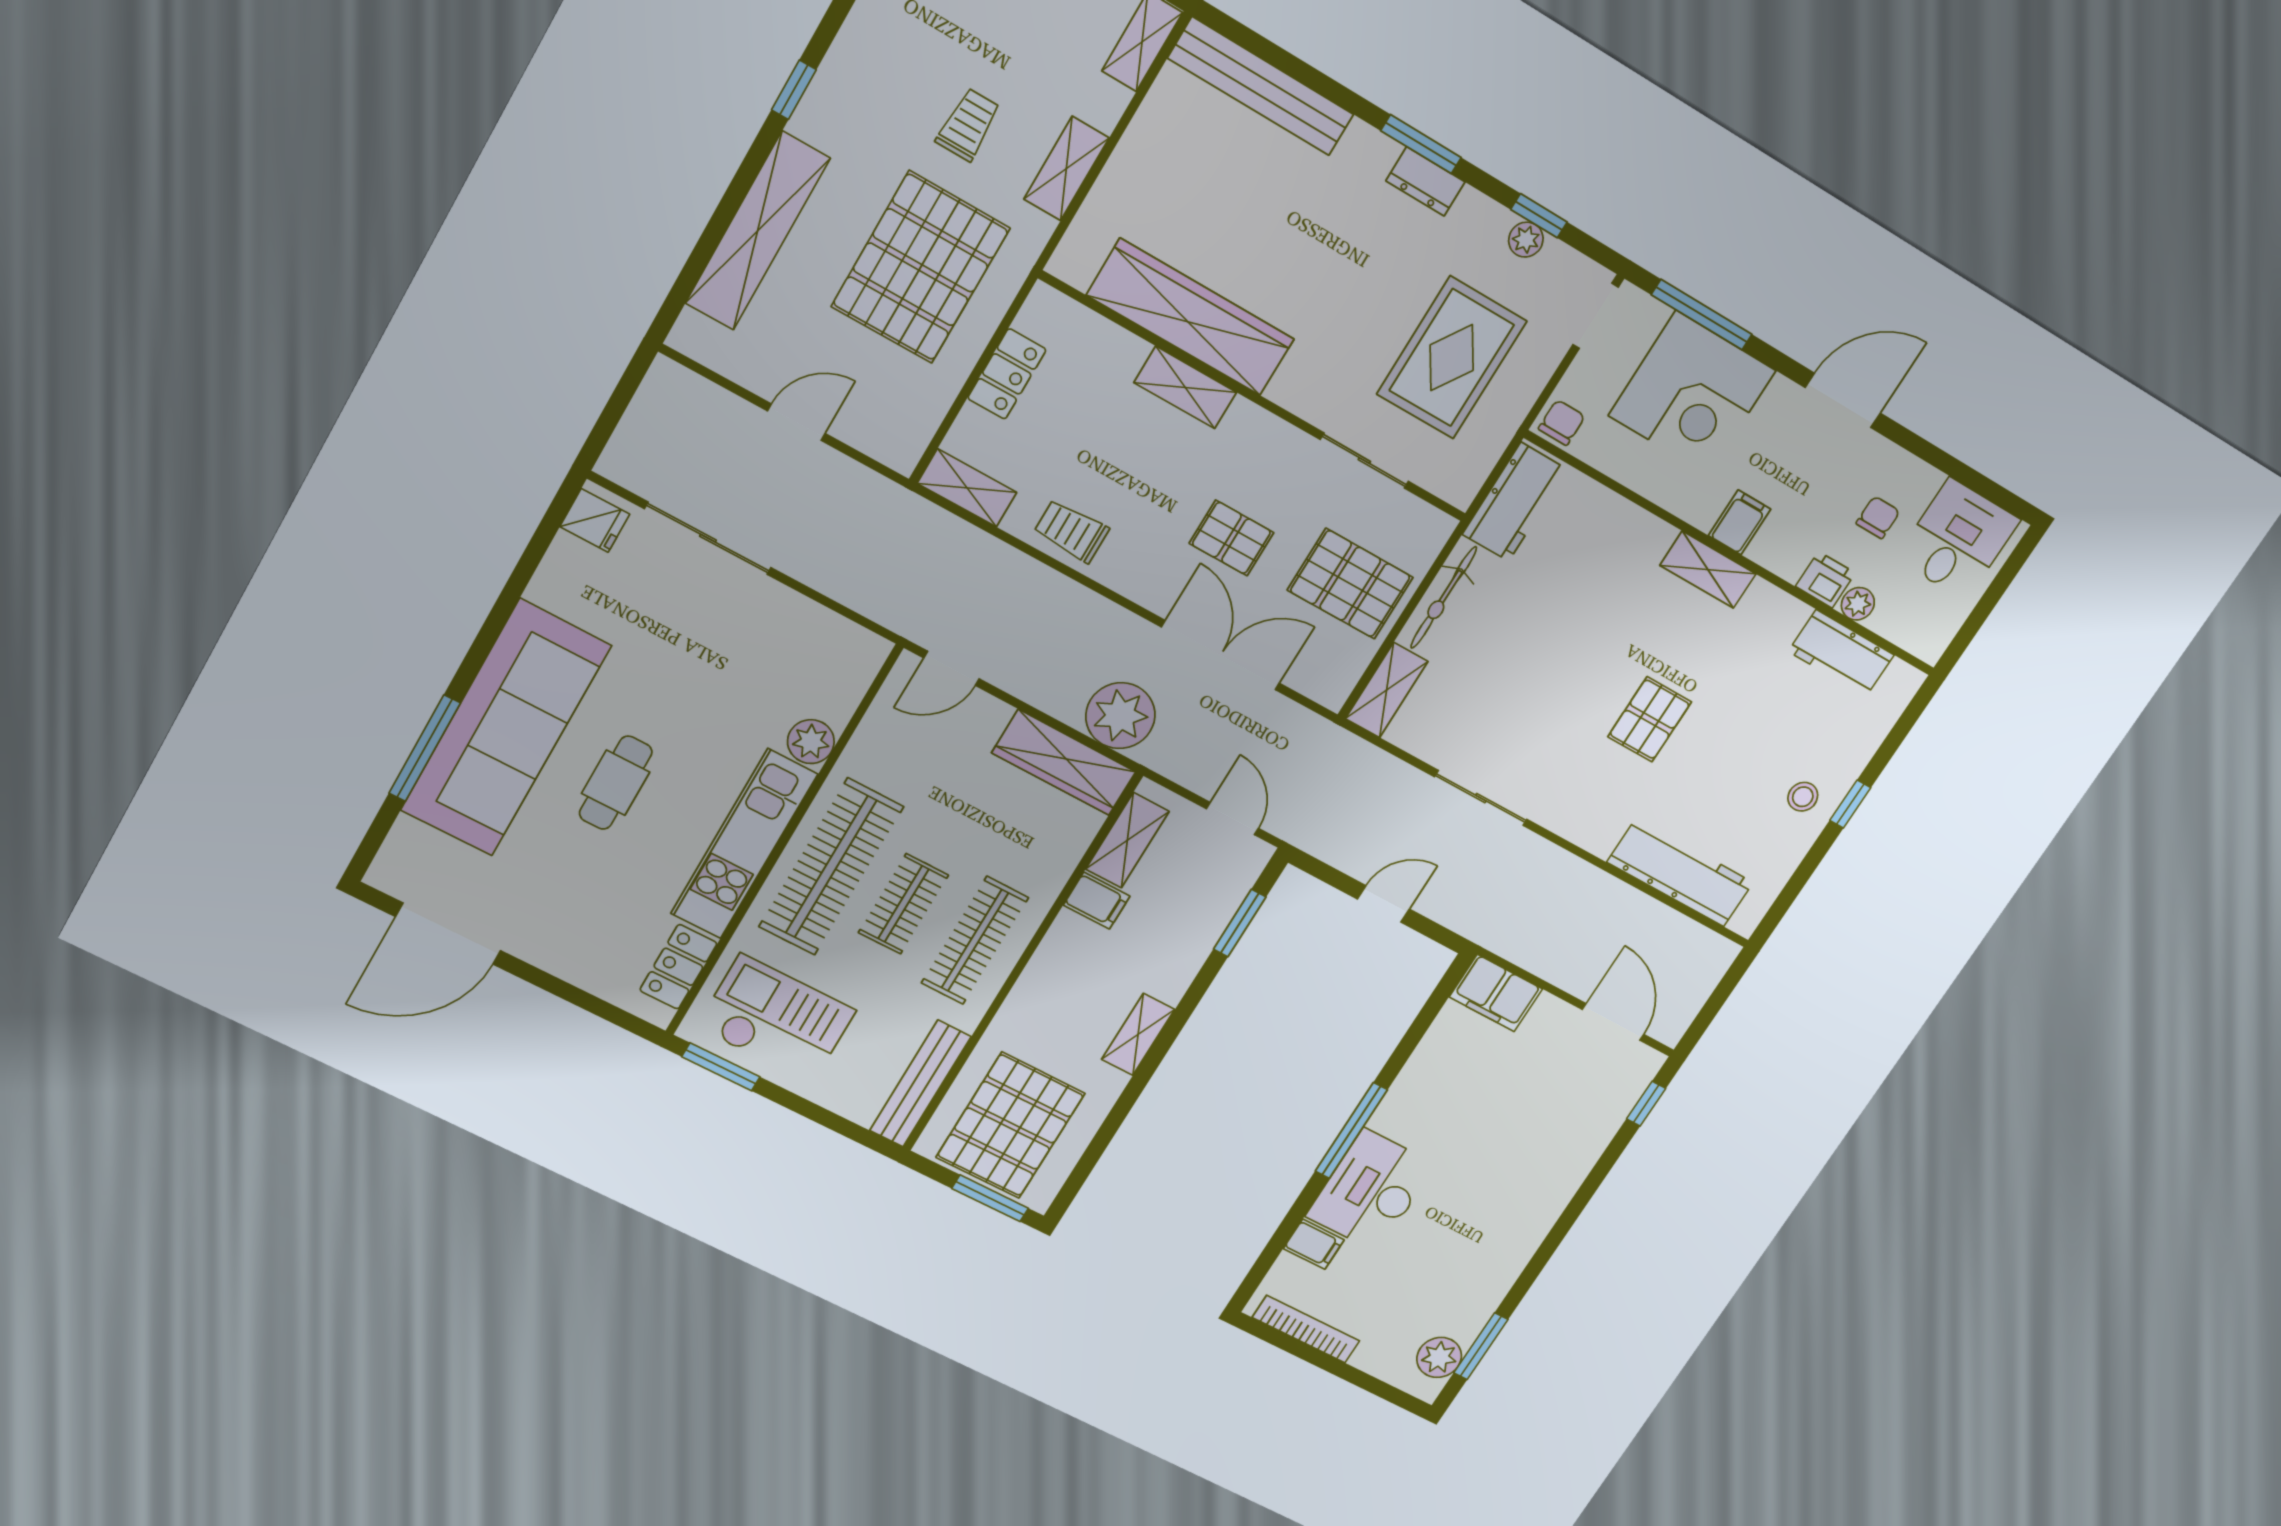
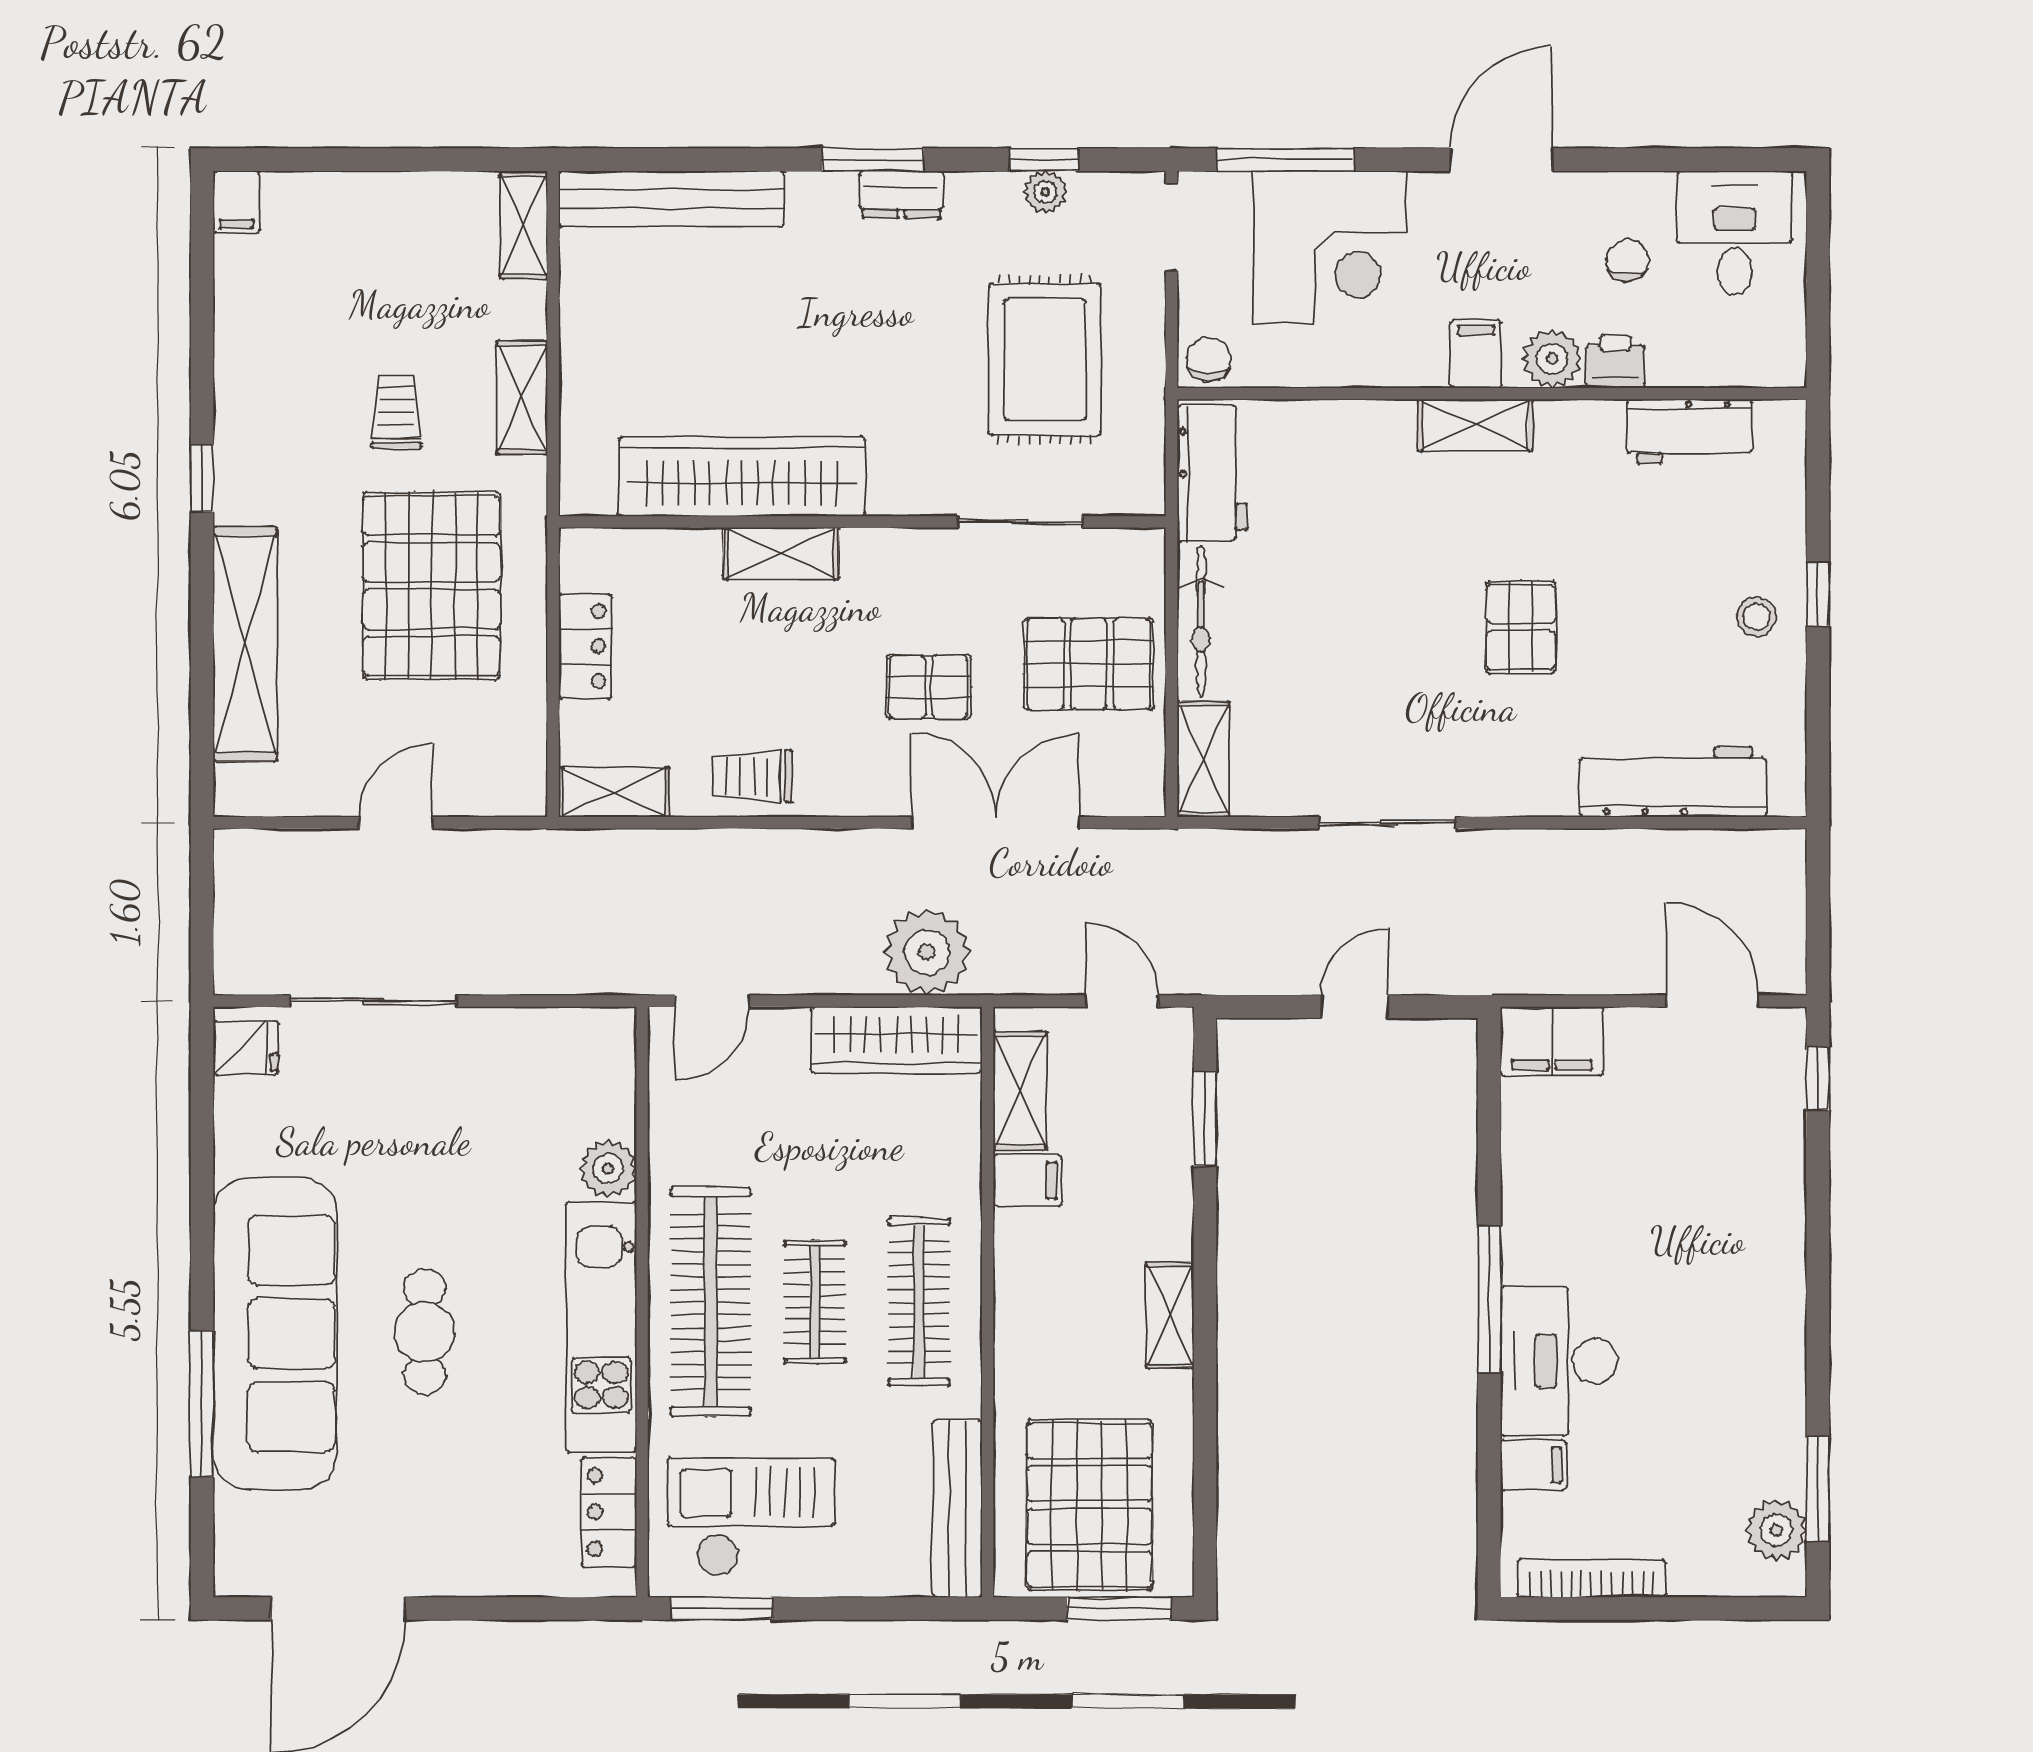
plant: (1858, 604) -> (1552, 359), moved, width x1.38, depth x1.38

